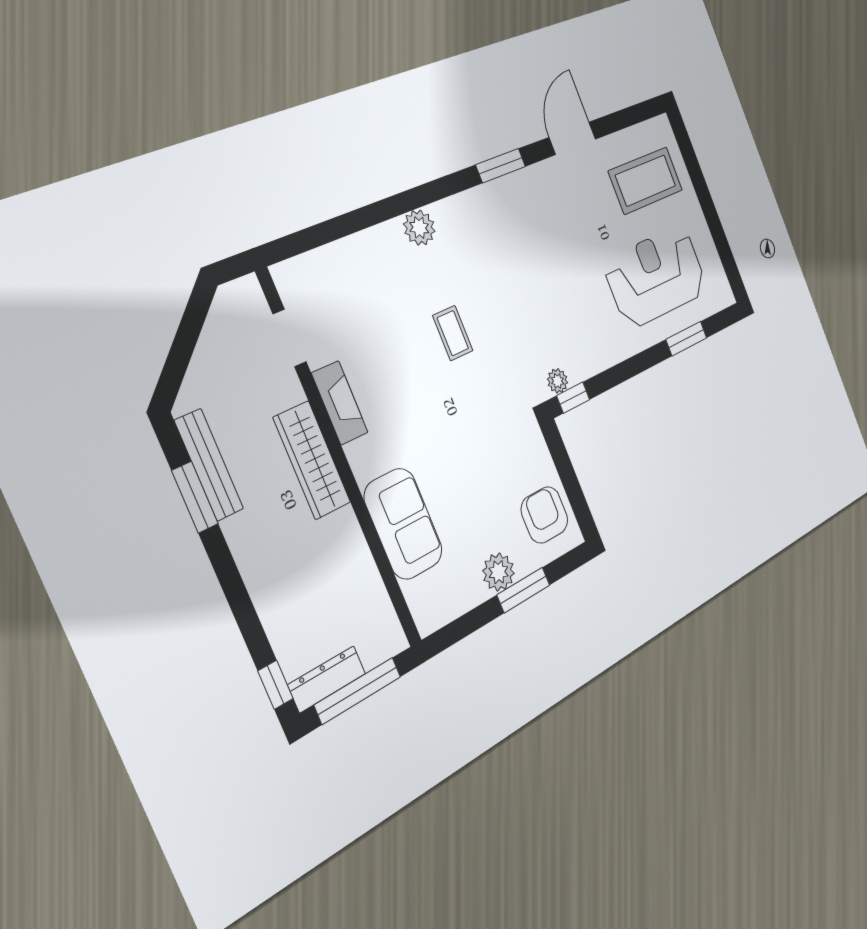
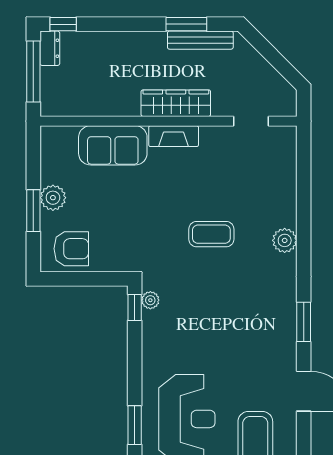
coffee table: (453, 333) -> (211, 234), width x1.36, depth x1.30
fireplace: (340, 403) -> (174, 136), moved
dresser: (327, 679) -> (50, 48), width x0.70

